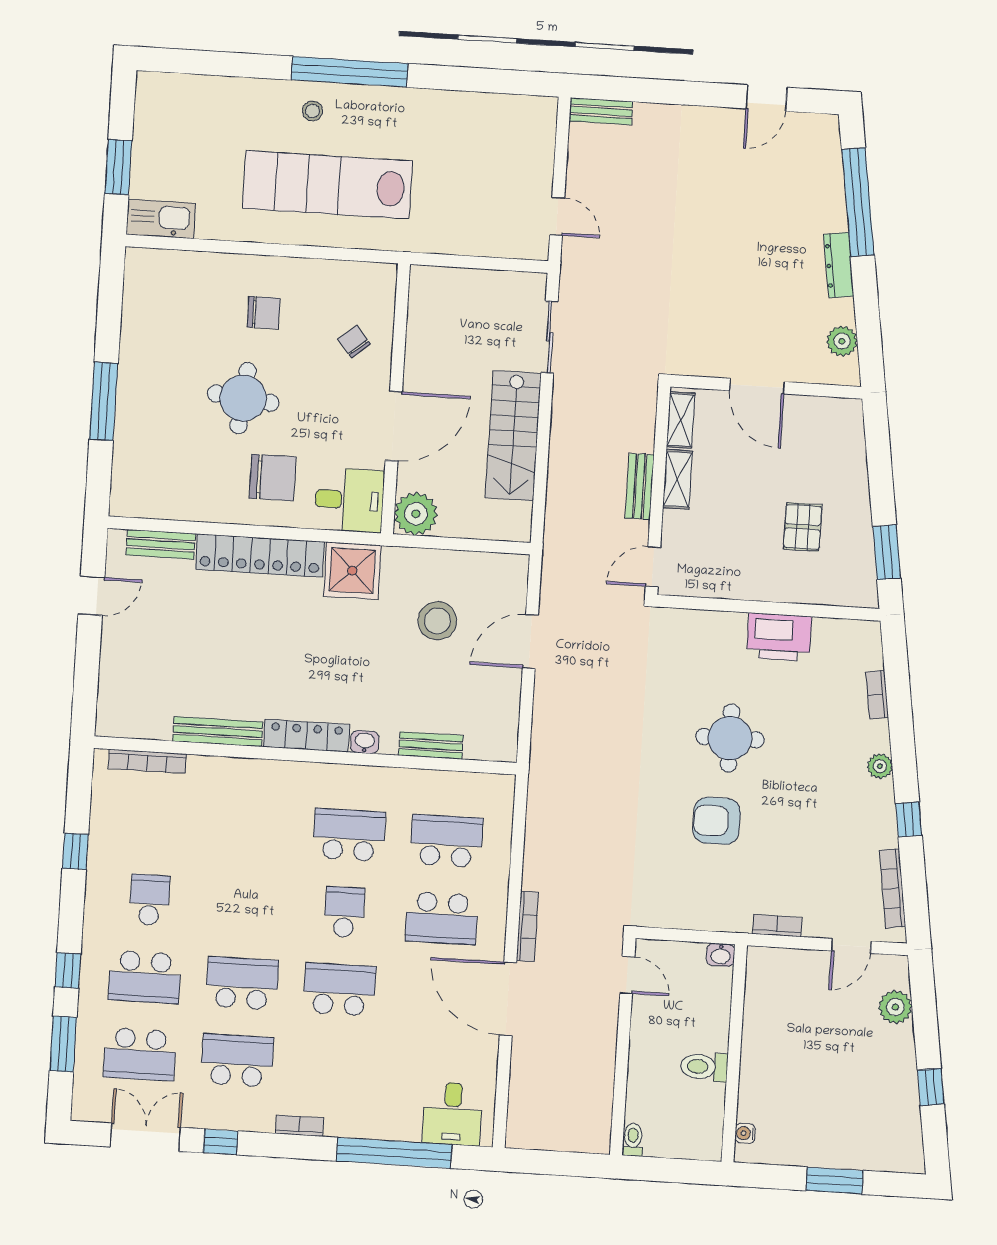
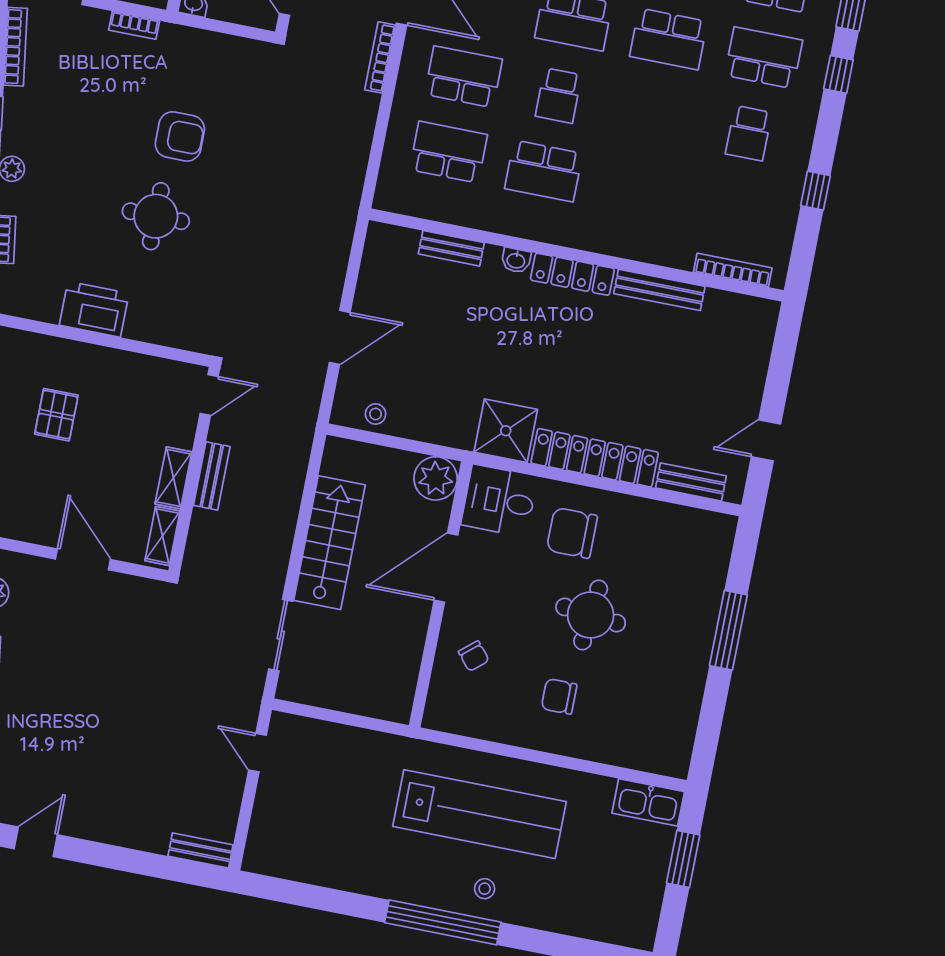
stool: (437, 621) -> (376, 414), moved, width x0.53, depth x0.53
school desk: (446, 841) -> (449, 152), turned 180

